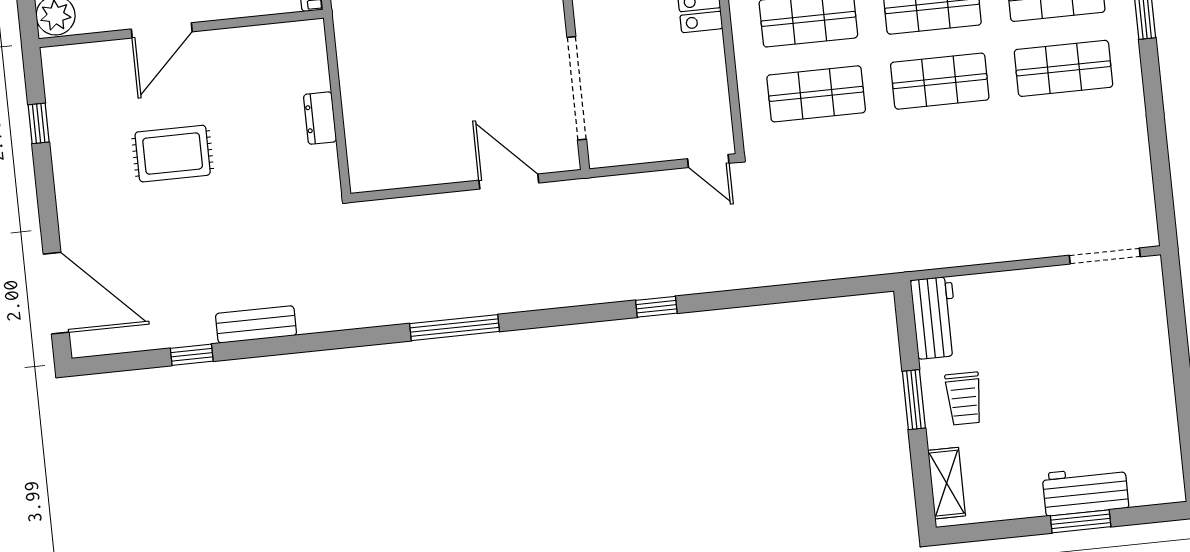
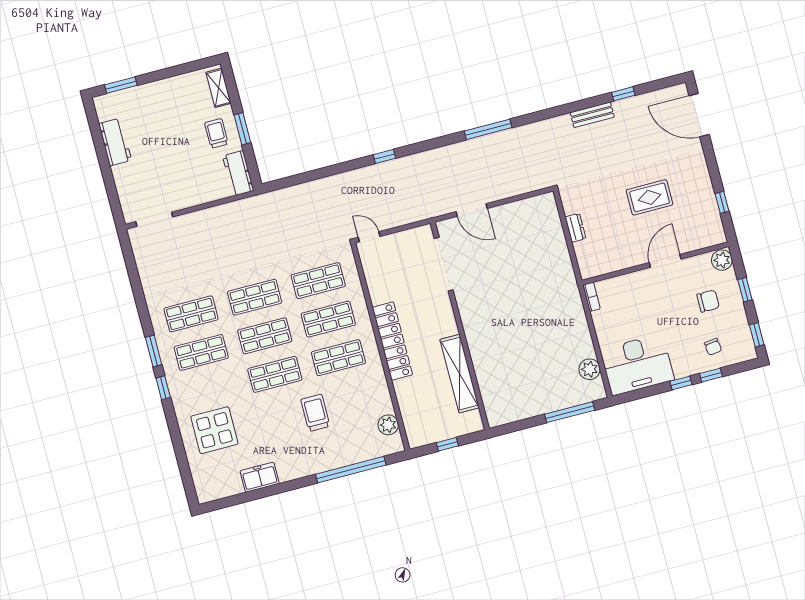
workbench: (1085, 491) -> (115, 142), moved, turned -90
window: (1081, 521) -> (121, 85), moved

